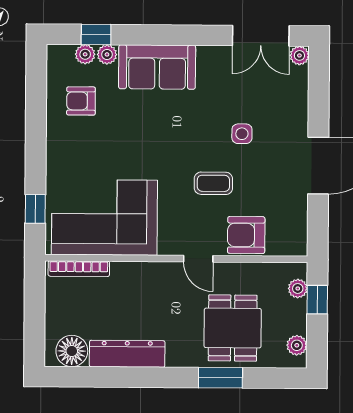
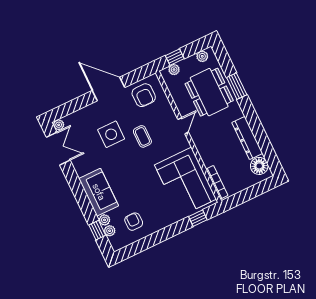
armchair: (81, 101) -> (134, 222), turned 180
side table: (242, 134) -> (111, 134), width x1.87, depth x1.87
armchair: (246, 235) -> (144, 95), moved
dining table: (233, 328) -> (209, 92), width x1.38

